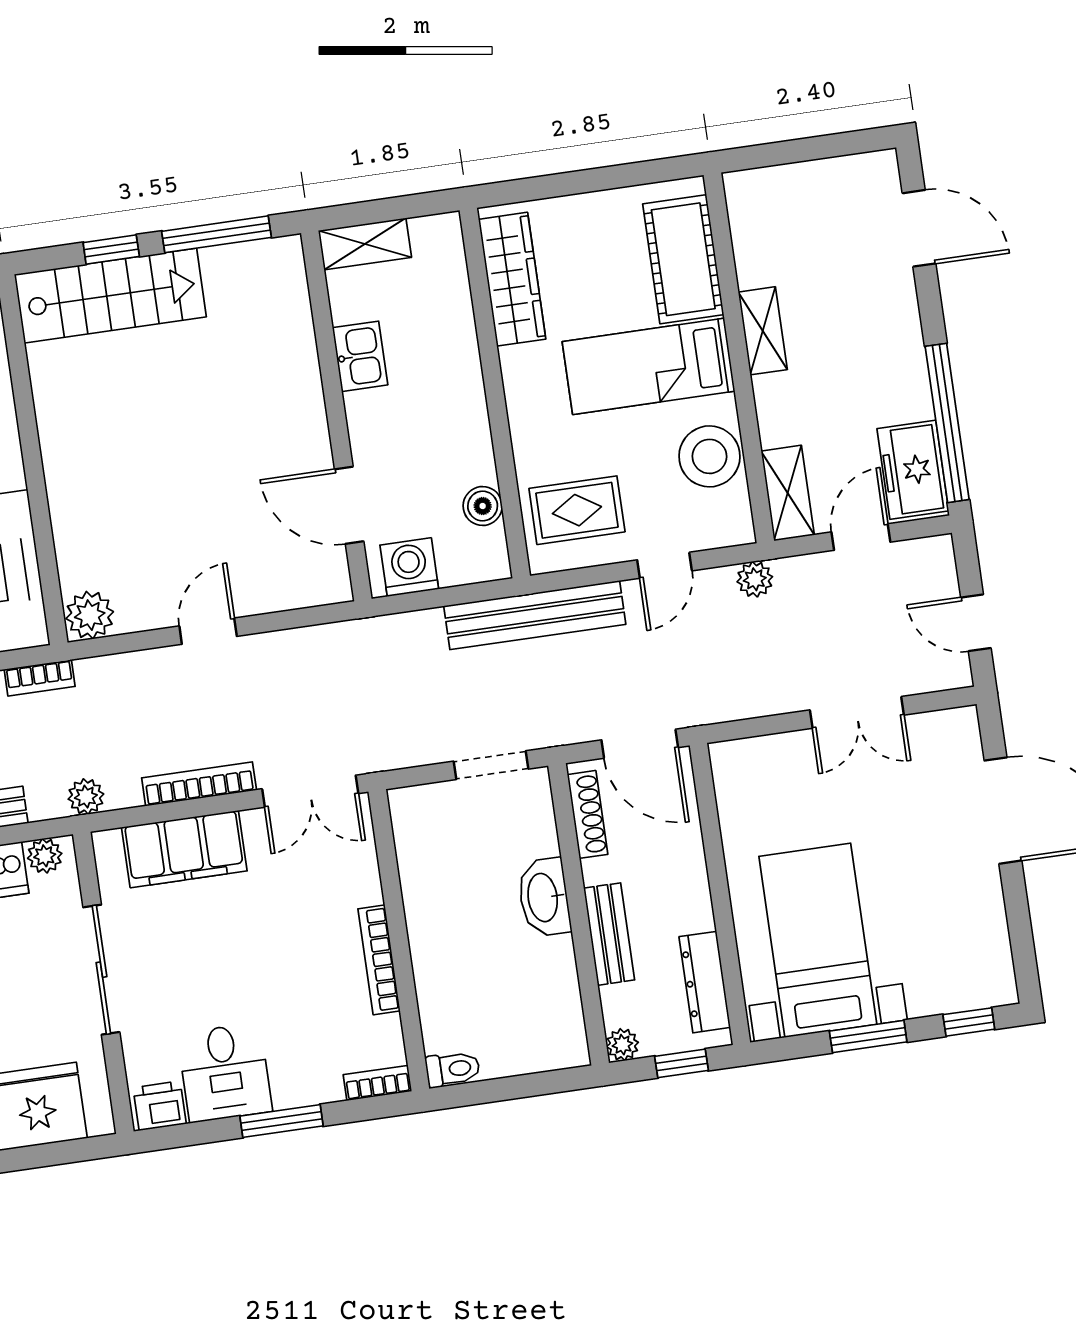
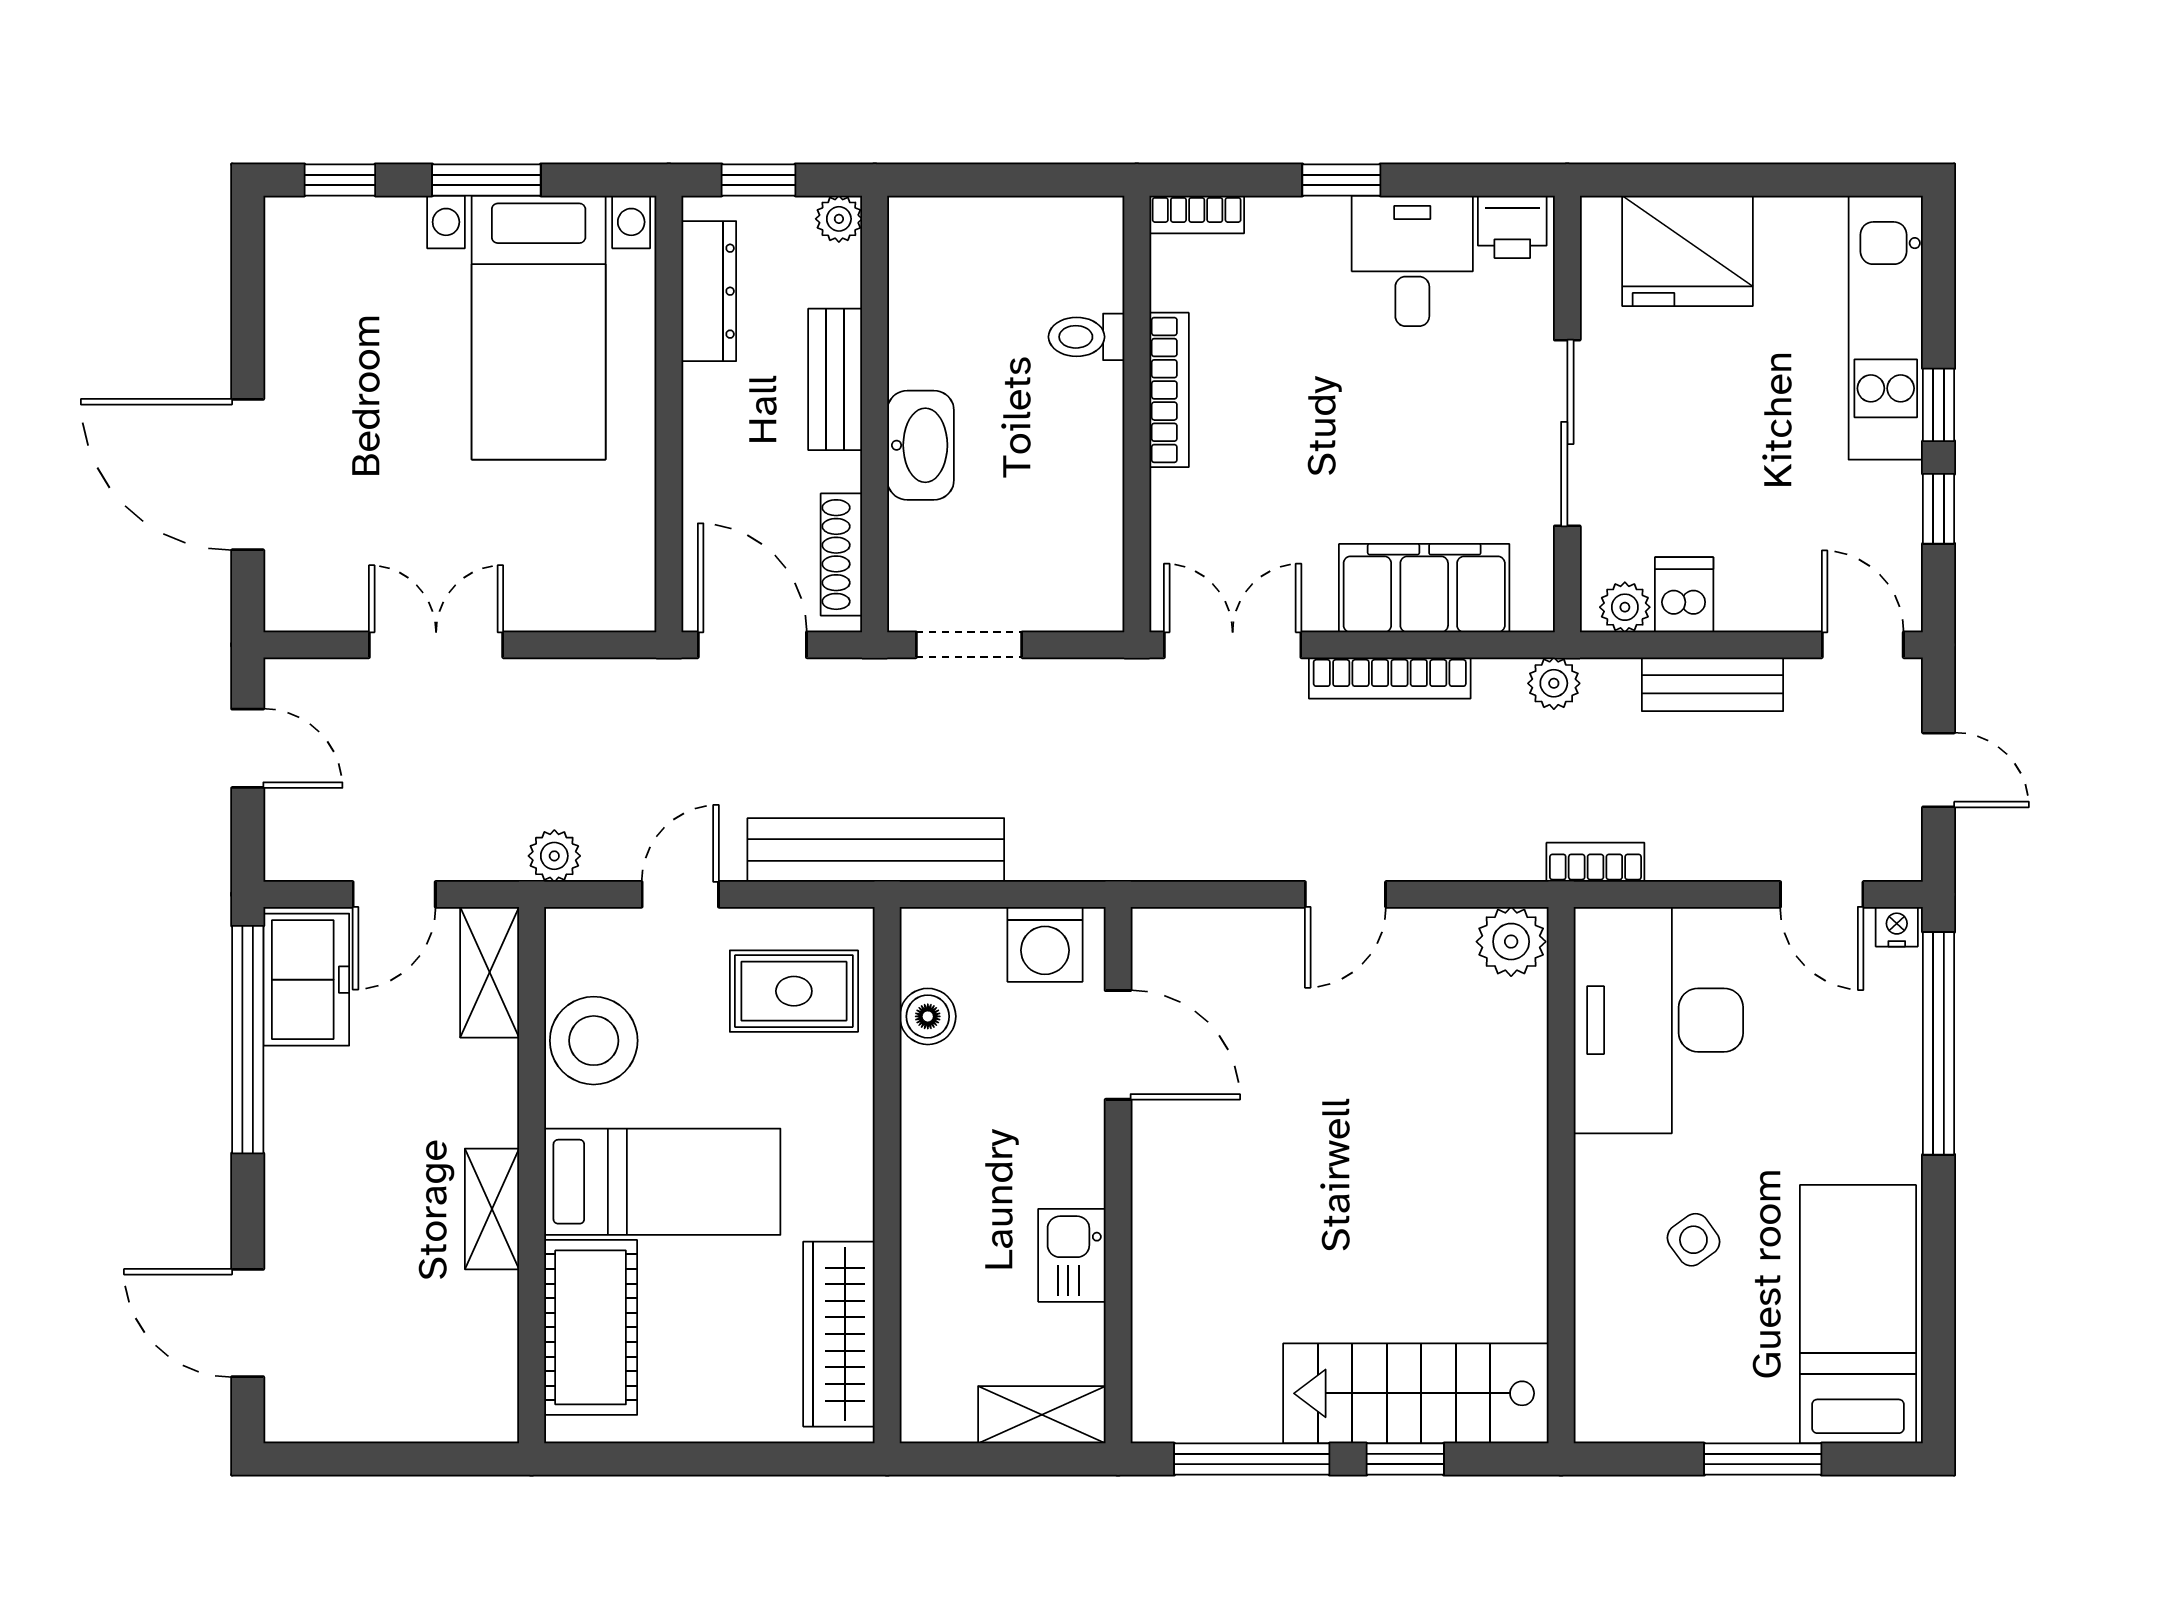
toilet: (453, 1069) -> (1086, 337), moved
window: (282, 1121) -> (1341, 180), width x0.67

